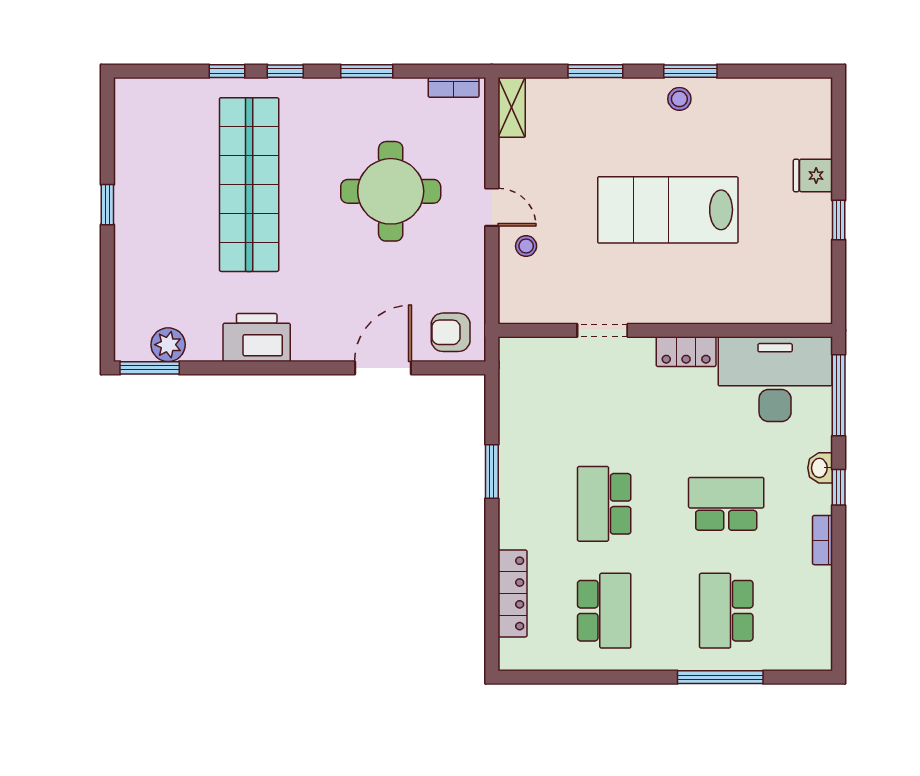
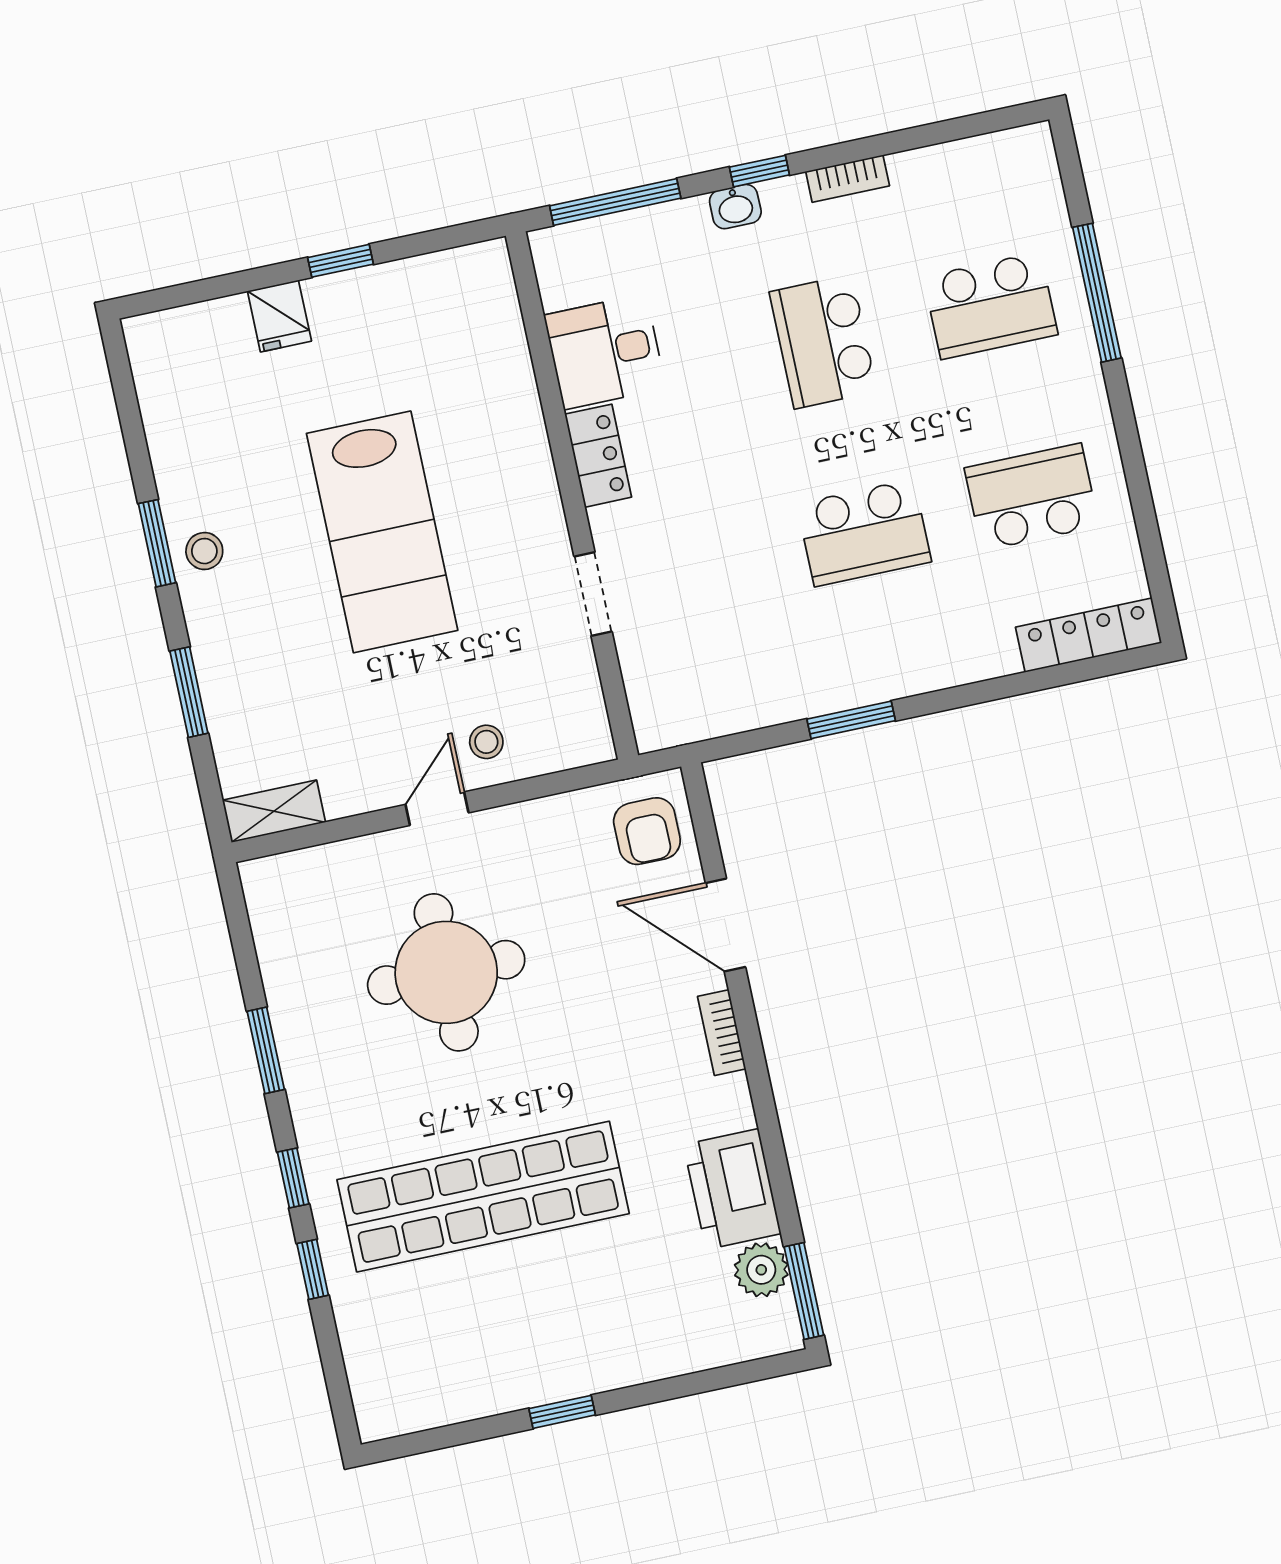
bookcase: (454, 87) -> (722, 1033), moved, turned 180
printer: (257, 338) -> (732, 1189), moved
desk: (775, 379) -> (605, 352), width x0.53, depth x0.77
locker: (512, 593) -> (1089, 635), moved

